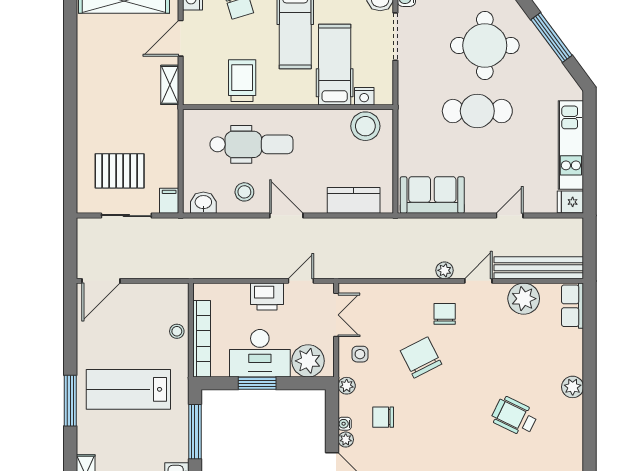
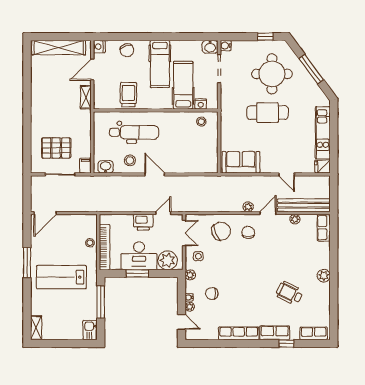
stool: (365, 126) -> (201, 122), width x0.53, depth x0.53
kitchen counter: (354, 200) -> (194, 165), removed
door: (510, 216) -> (287, 174), swing flipped
plant: (524, 299) -> (295, 219), width x0.53, depth x0.53
chair: (421, 357) -> (221, 231), moved, turned 95
window: (70, 401) -> (27, 263), moved

